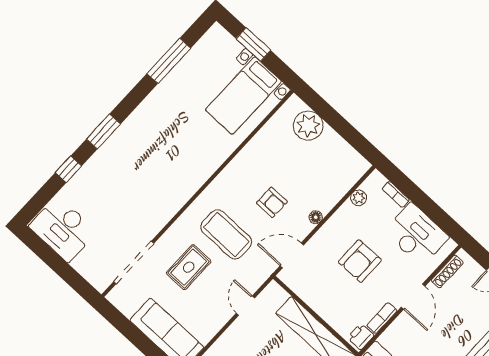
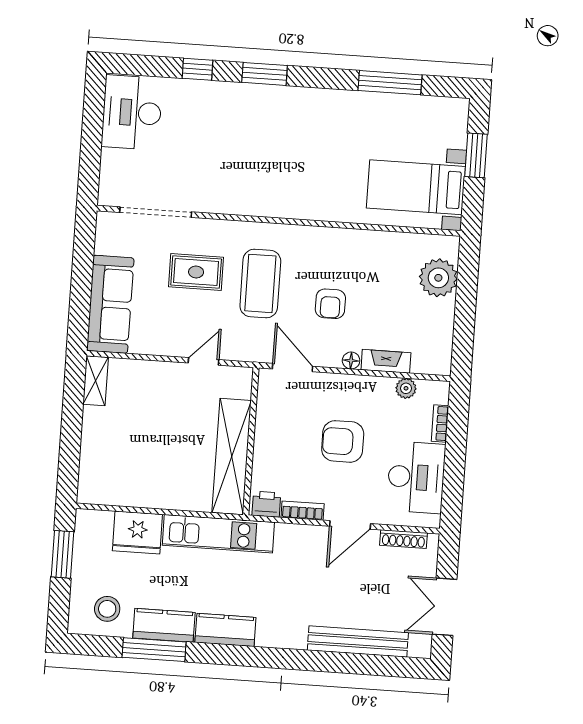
fireplace: (333, 197) -> (386, 361), added

